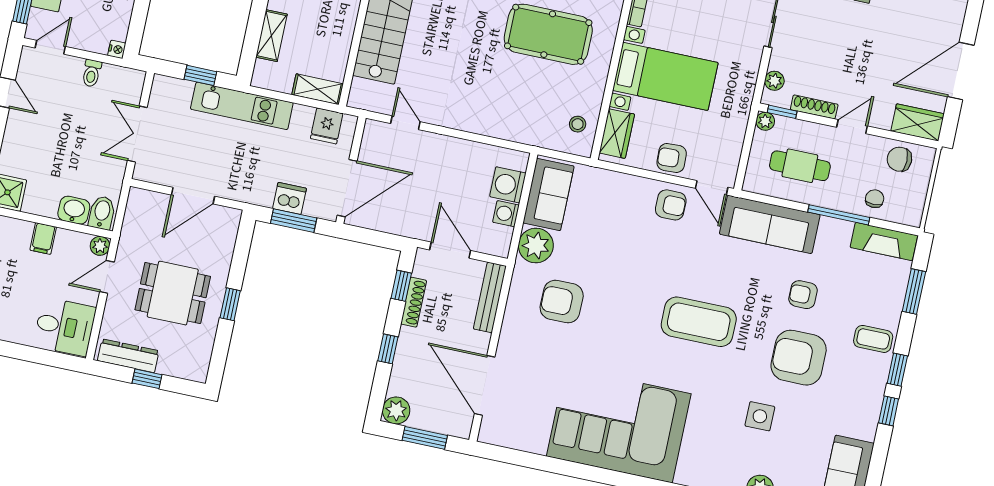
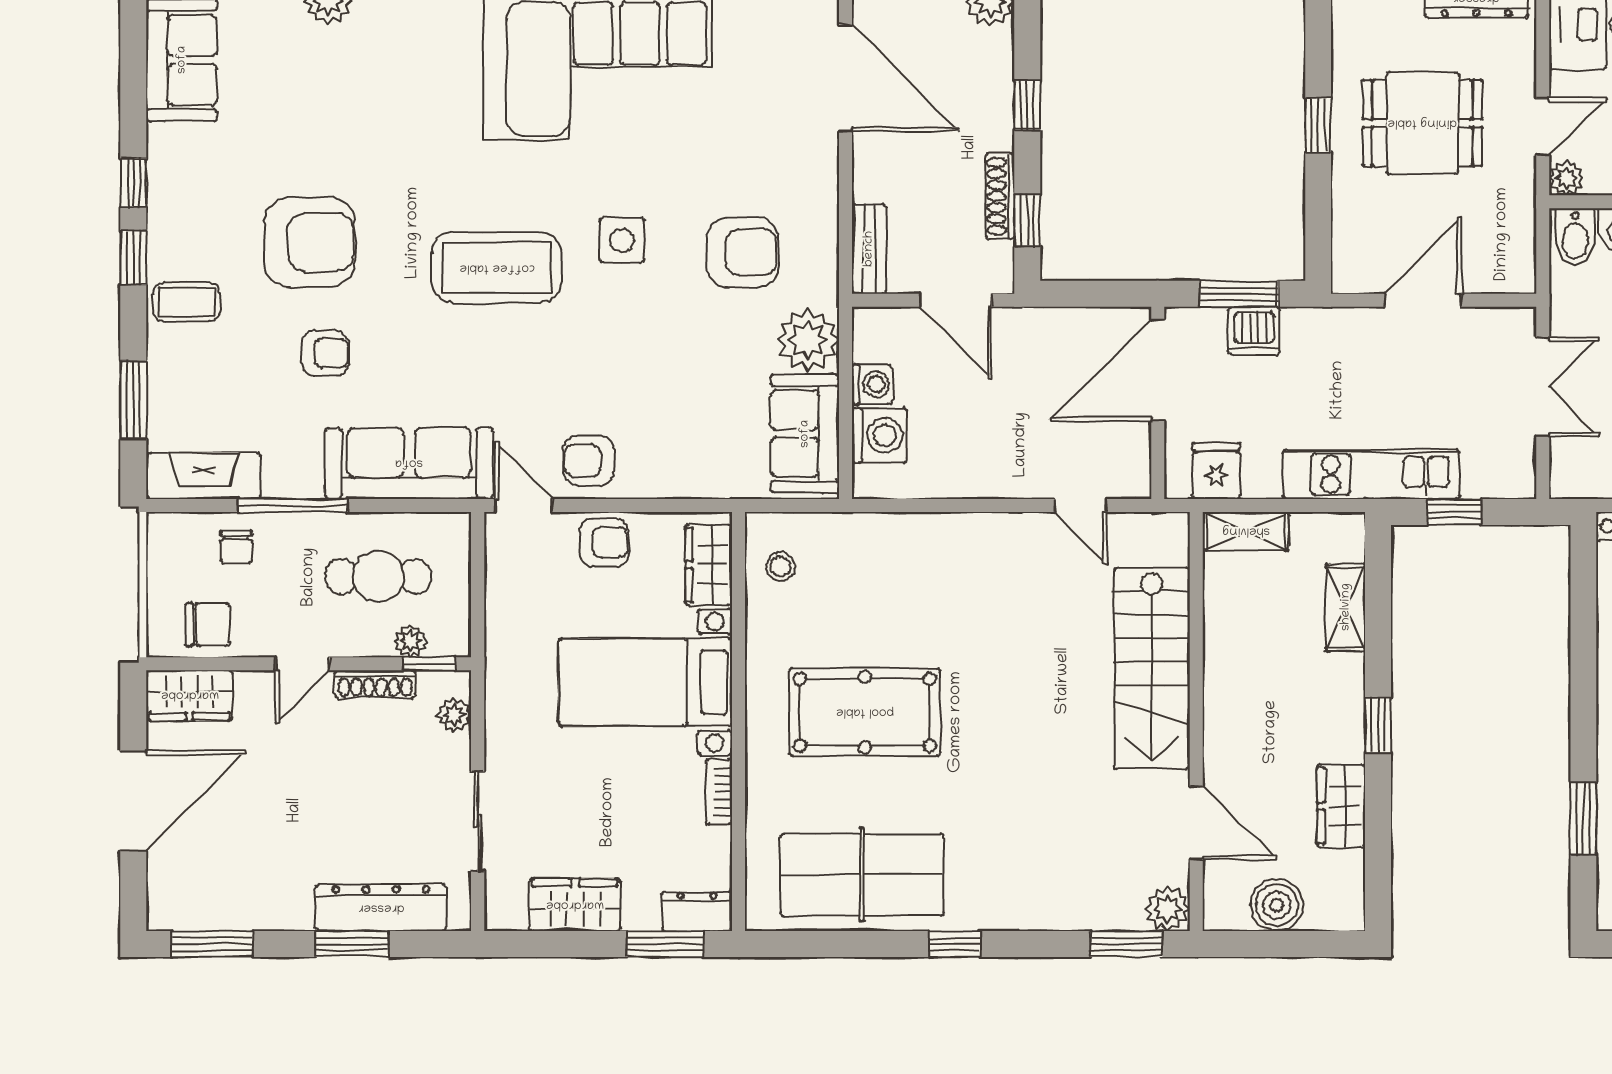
plant: (765, 121) -> (410, 641), moved
bench: (490, 297) -> (869, 249), width x0.73
side table: (760, 416) -> (622, 240), moved

